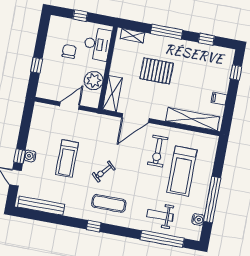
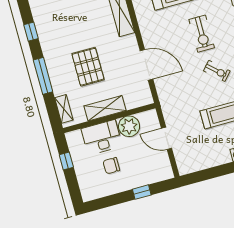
window: (80, 16) -> (66, 161), moved
desk: (97, 44) -> (102, 137), moved
shelving: (112, 94) -> (105, 108), moved
exercise bike: (158, 151) -> (202, 34), moved, turned 90

